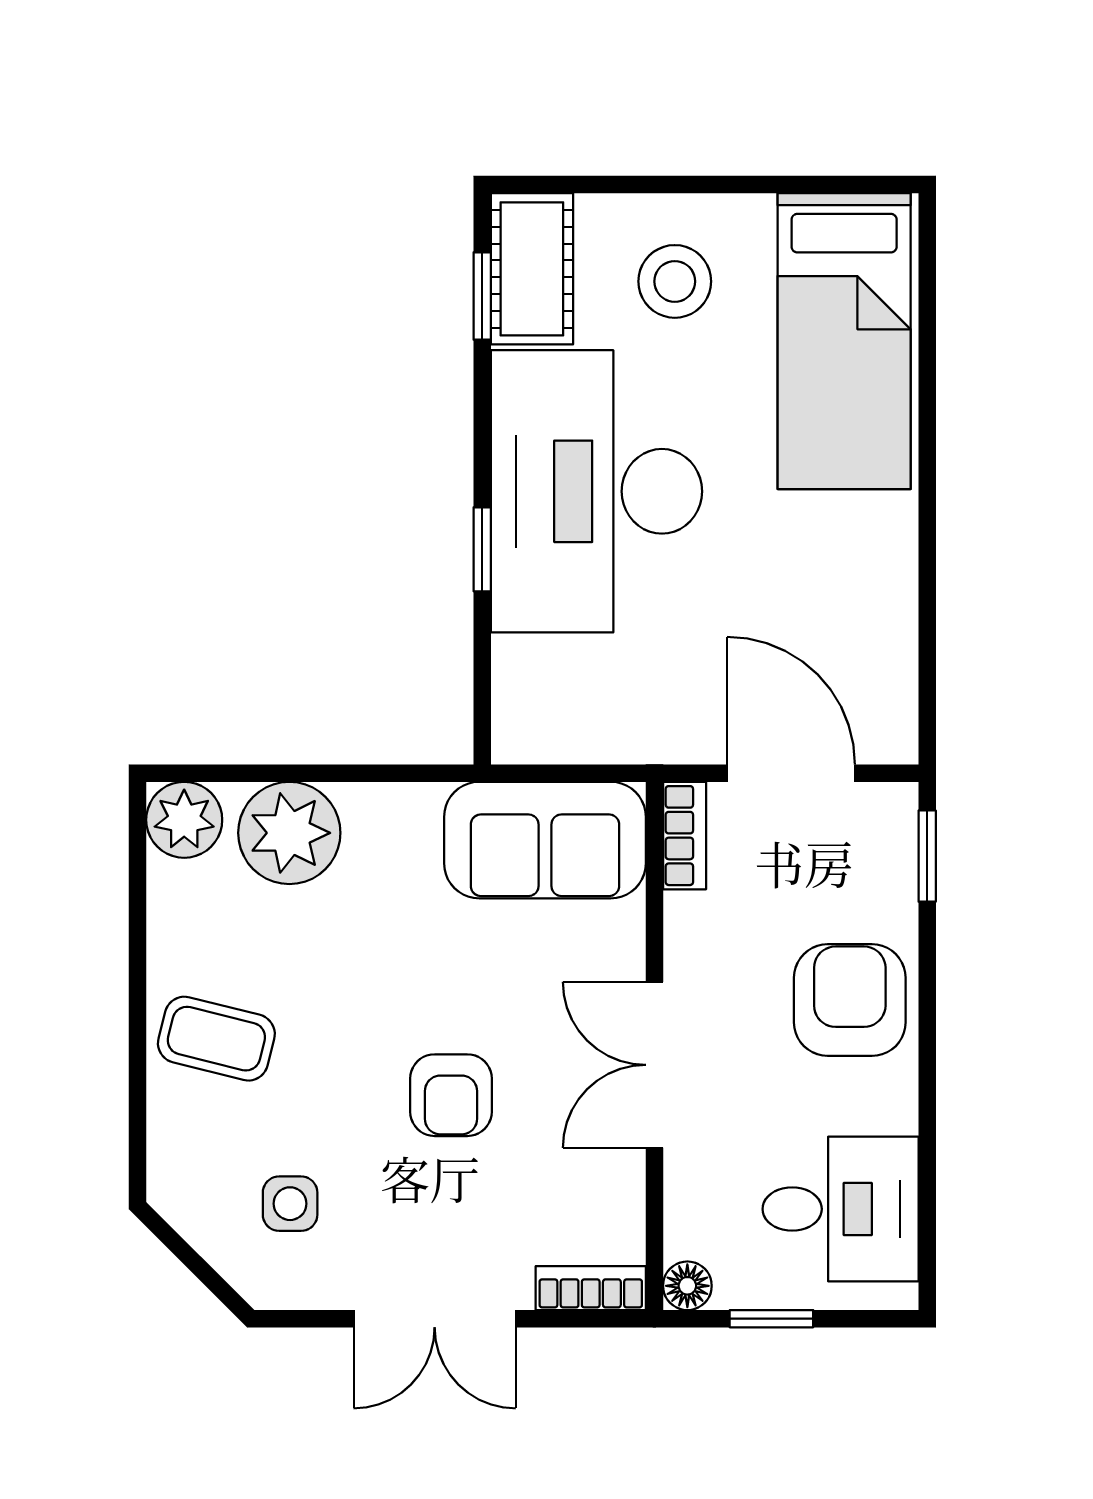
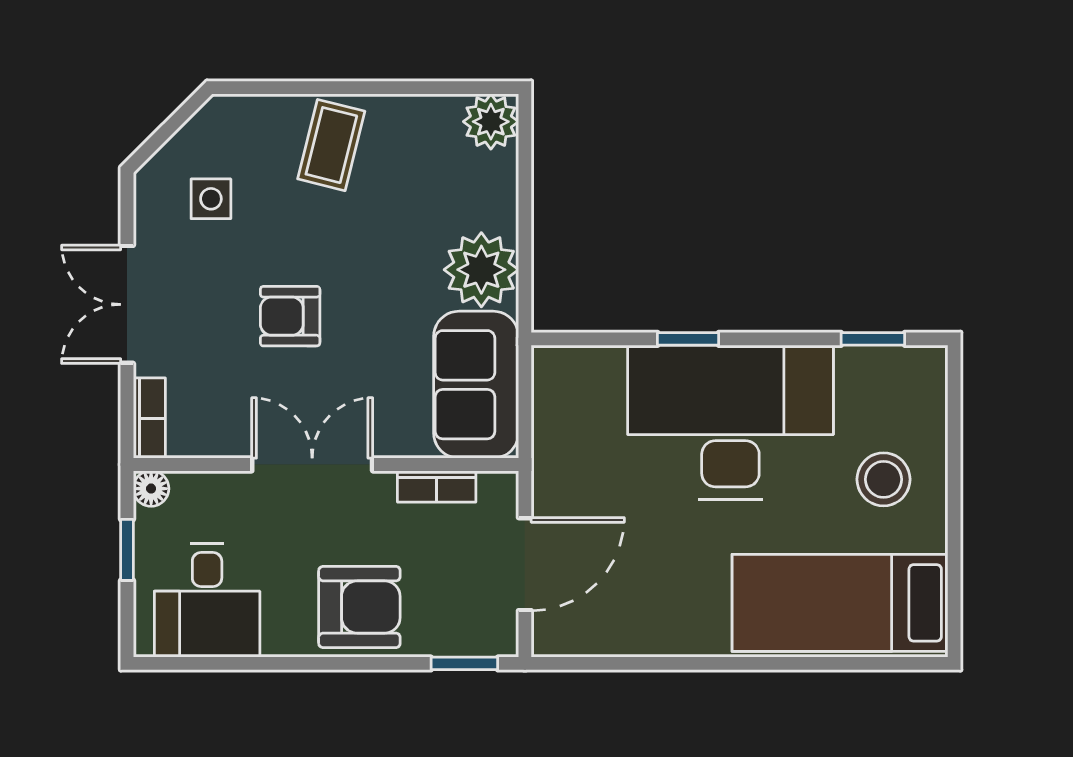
cot: (532, 269) -> (893, 375), removed
plant: (289, 833) -> (481, 270), moved
bookcase: (685, 836) -> (437, 486), moved

